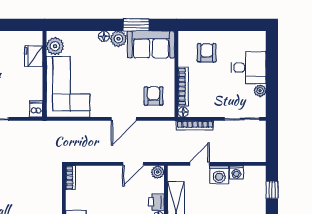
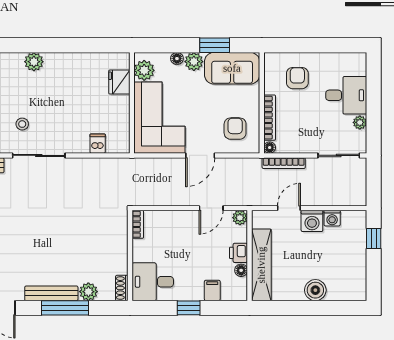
plant: (55, 46) -> (144, 70), moved
fridge: (34, 56) -> (119, 82), moved
wall: (44, 74) -> (132, 103), moved
corner sofa: (68, 87) -> (159, 118), moved

